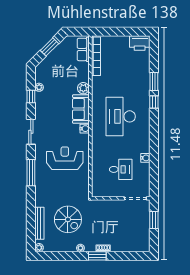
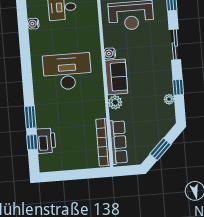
printer: (140, 43) -> (46, 141), moved, turned 90
row of seats: (83, 49) -> (118, 142), width x1.48
window: (154, 102) -> (32, 142), moved
desk: (121, 116) -> (67, 72), turned -90

